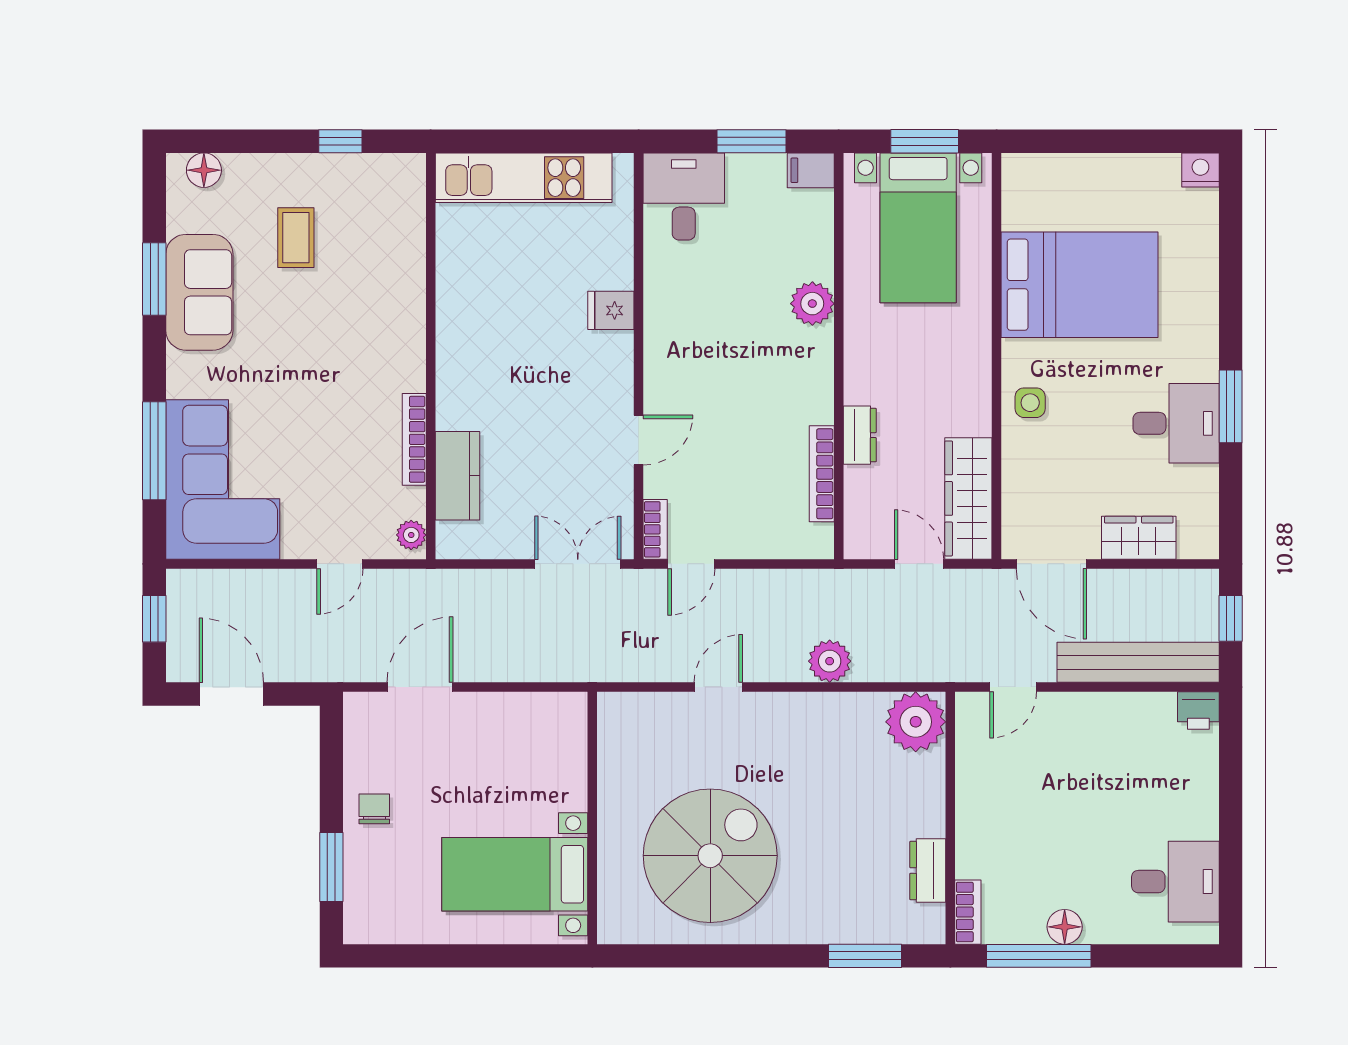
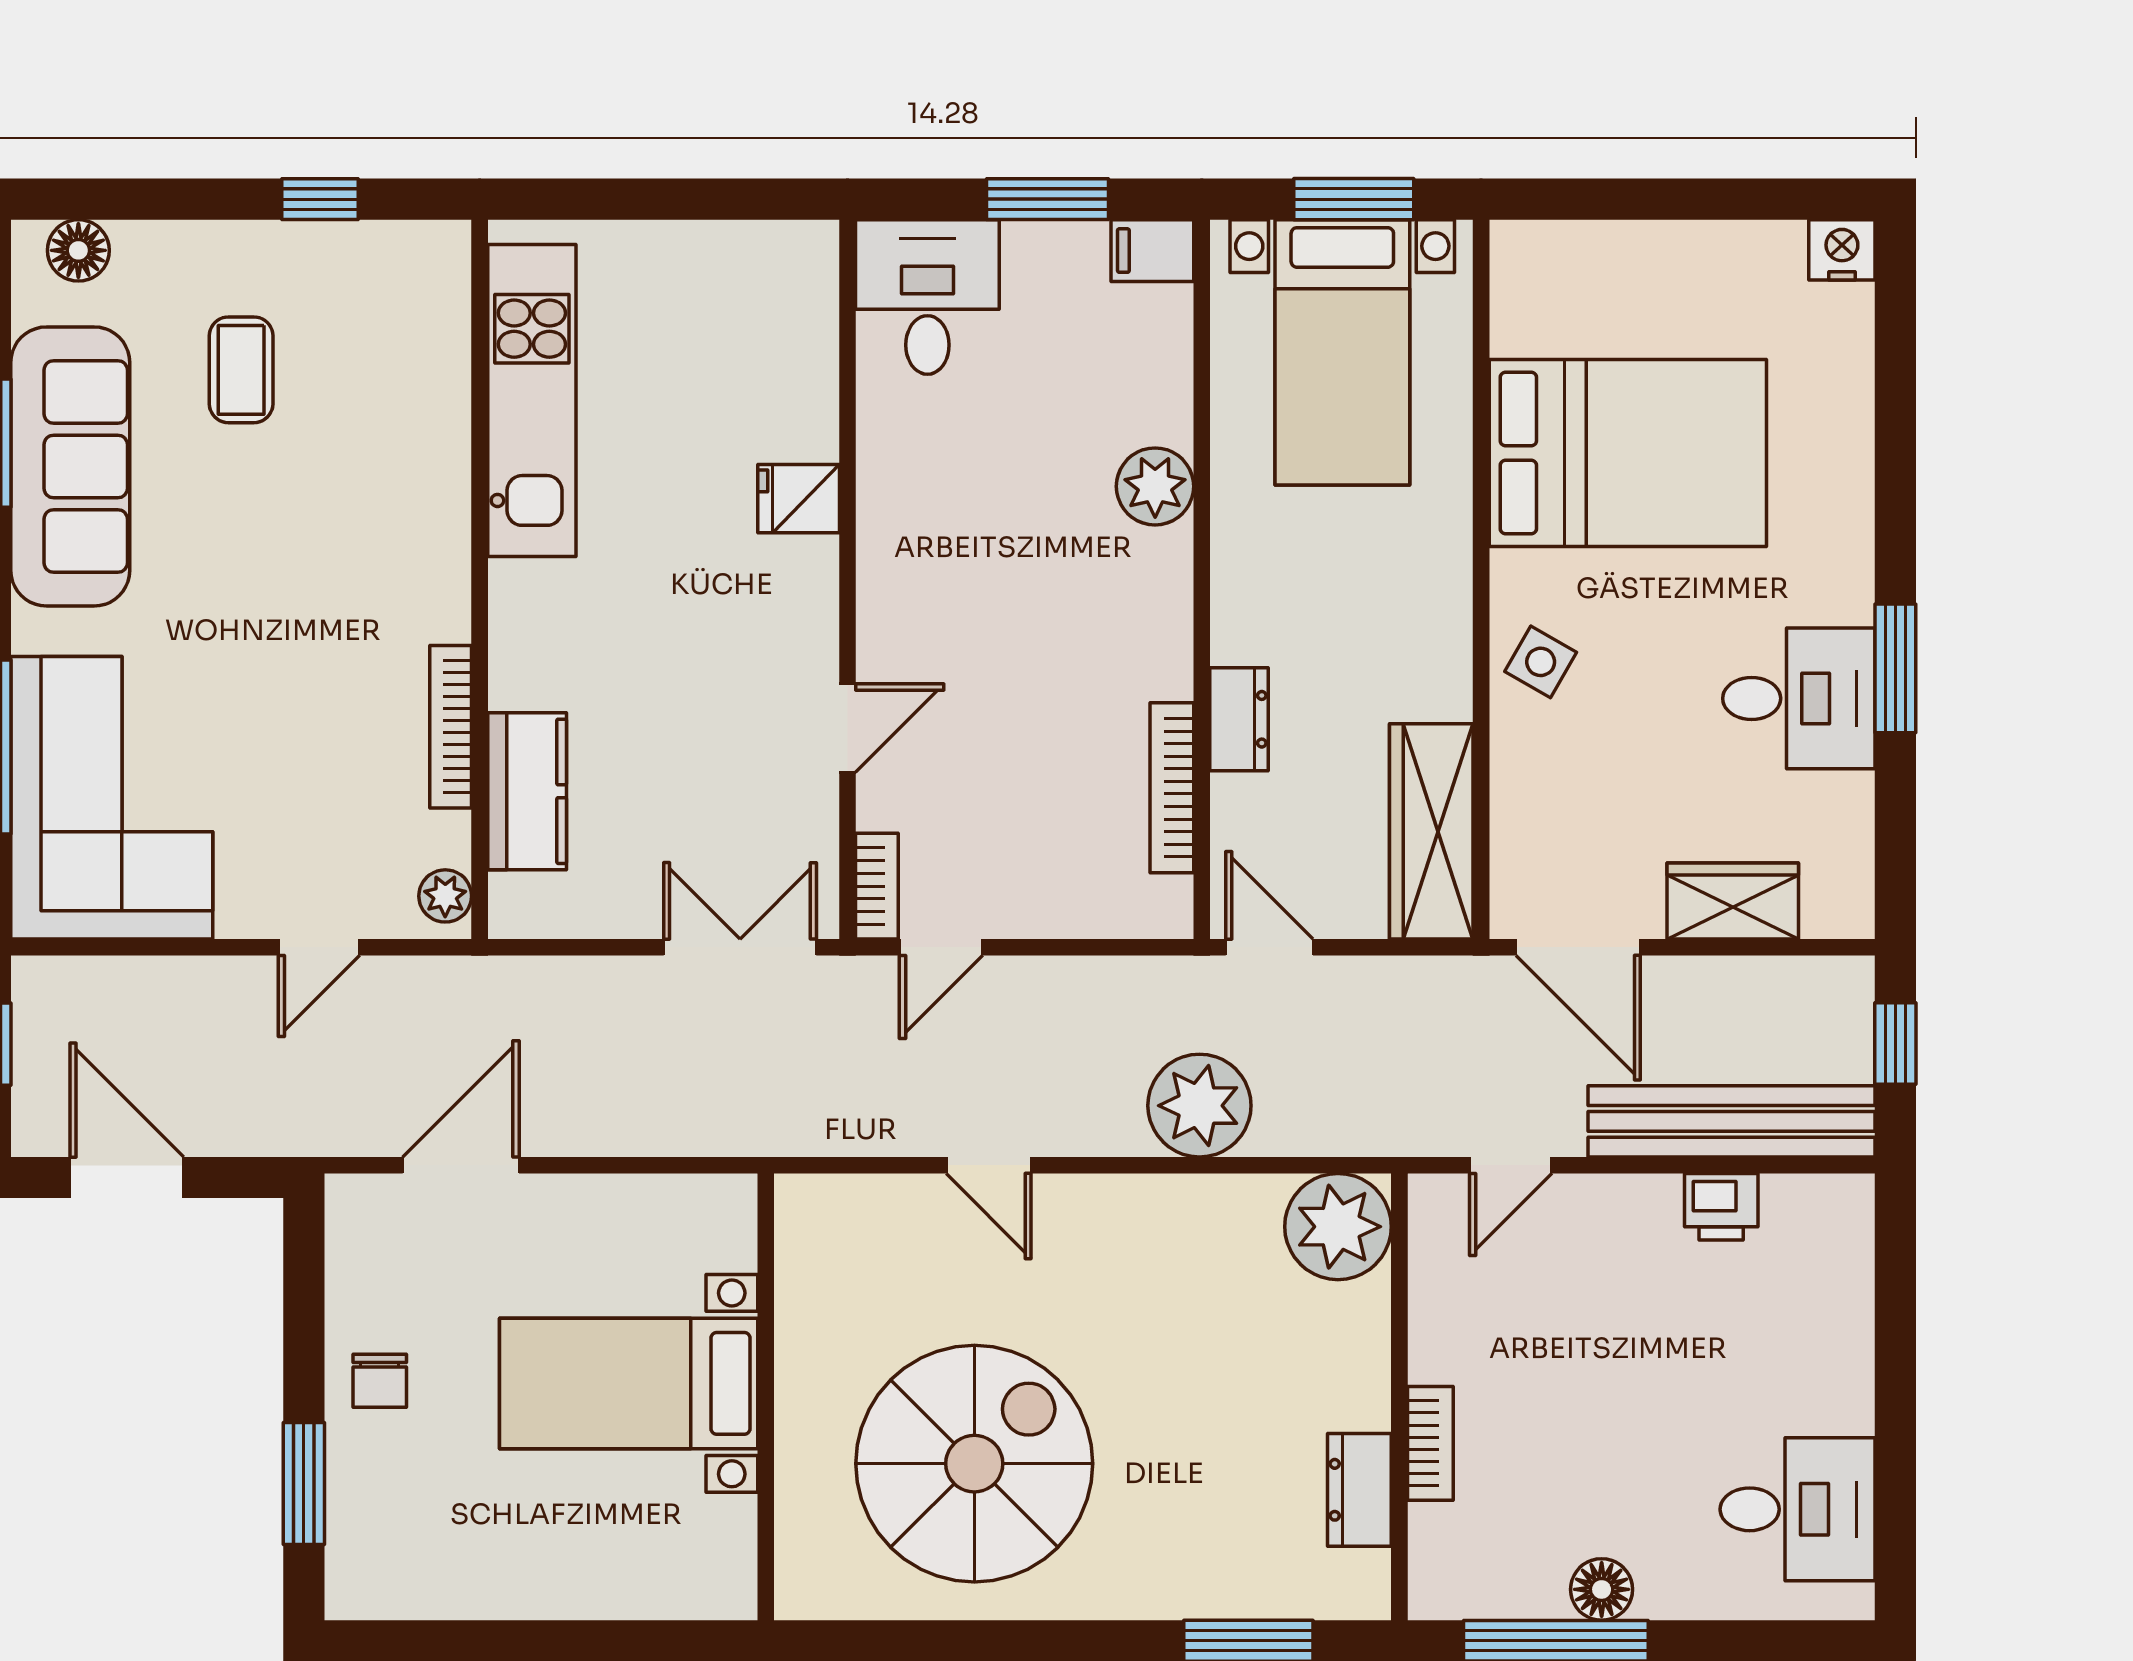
kitchen unit: (524, 178) -> (532, 401), moved, turned -90
sofa: (199, 292) -> (70, 466), width x1.36
side table: (1030, 403) -> (1541, 662), turned 30
door: (919, 564) -> (1269, 947), moved
plant: (830, 661) -> (1199, 1106), width x1.36, depth x1.36
door: (718, 687) -> (989, 1165), swing flipped
printer: (1198, 711) -> (1721, 1207), moved
chair: (374, 809) -> (380, 1381), turned 180
bed with nightstands: (515, 874) -> (629, 1383), moved
bookcase: (968, 912) -> (1430, 1443), moved

